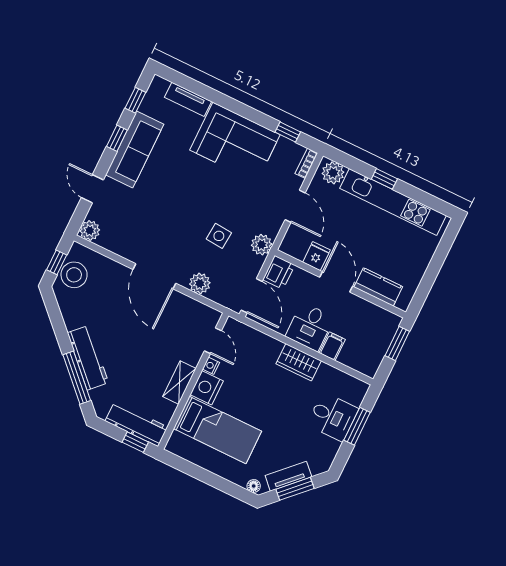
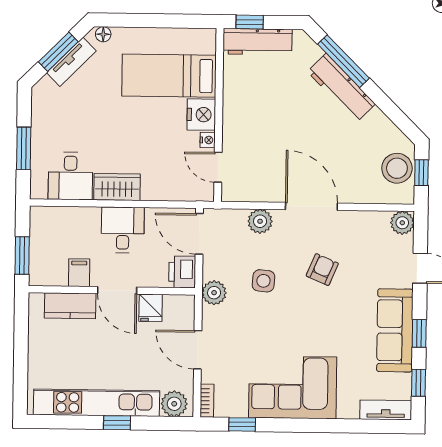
tv unit: (188, 99) -> (386, 410), moved
armchair: (169, 223) -> (322, 270), added
filing cabinet: (332, 346) -> (79, 273), moved, turned 180
shelving: (179, 382) -> (233, 107), removed
desk: (333, 417) -> (70, 176), moved, turned -90

